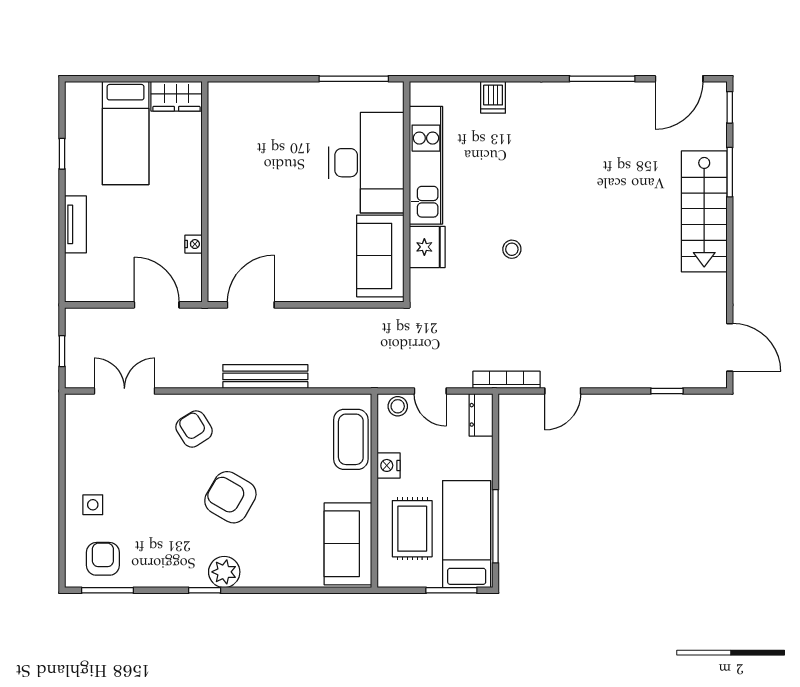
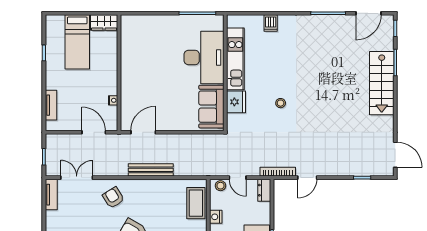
tv unit: (76, 224) -> (51, 105), moved
tv unit: (76, 423) -> (51, 195), added

